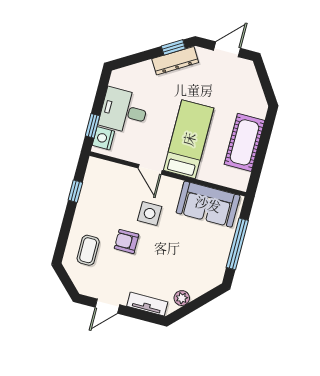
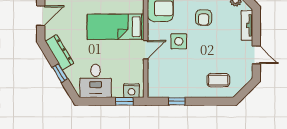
window: (173, 47) -> (60, 73), moved
door: (227, 49) -> (41, 16), swing flipped
desk: (124, 111) -> (96, 81), moved
armchair: (127, 241) -> (204, 18), moved

